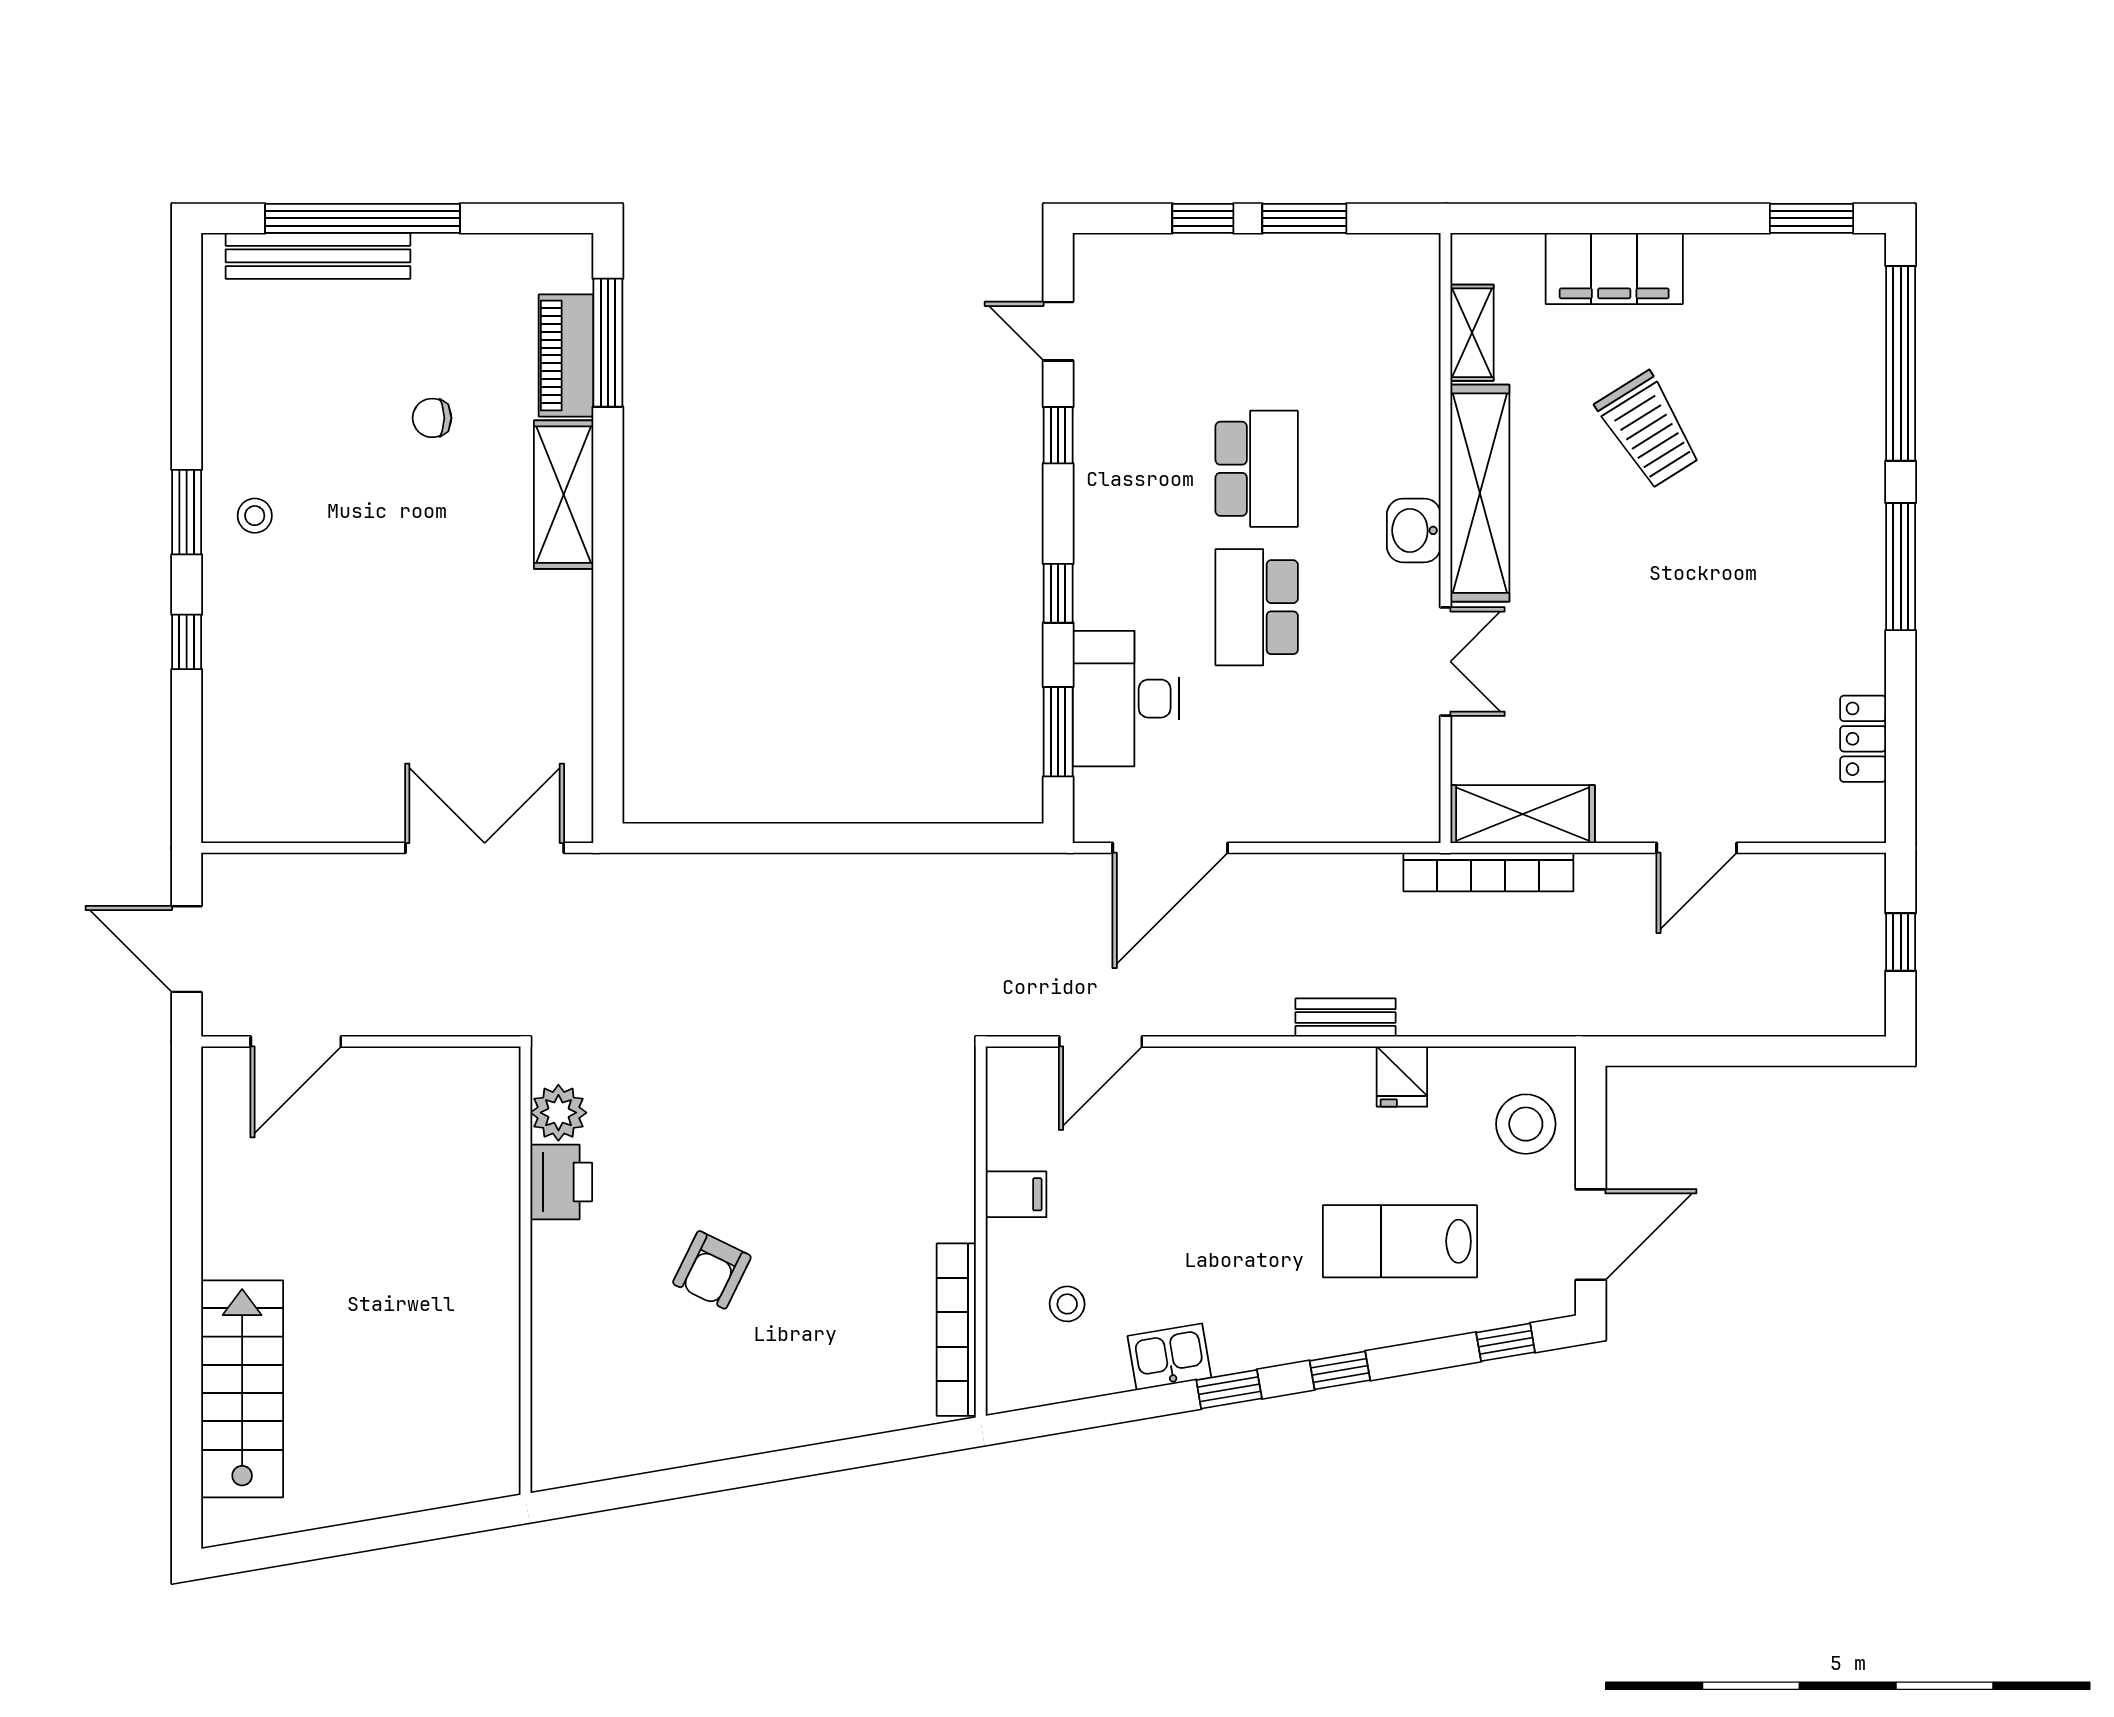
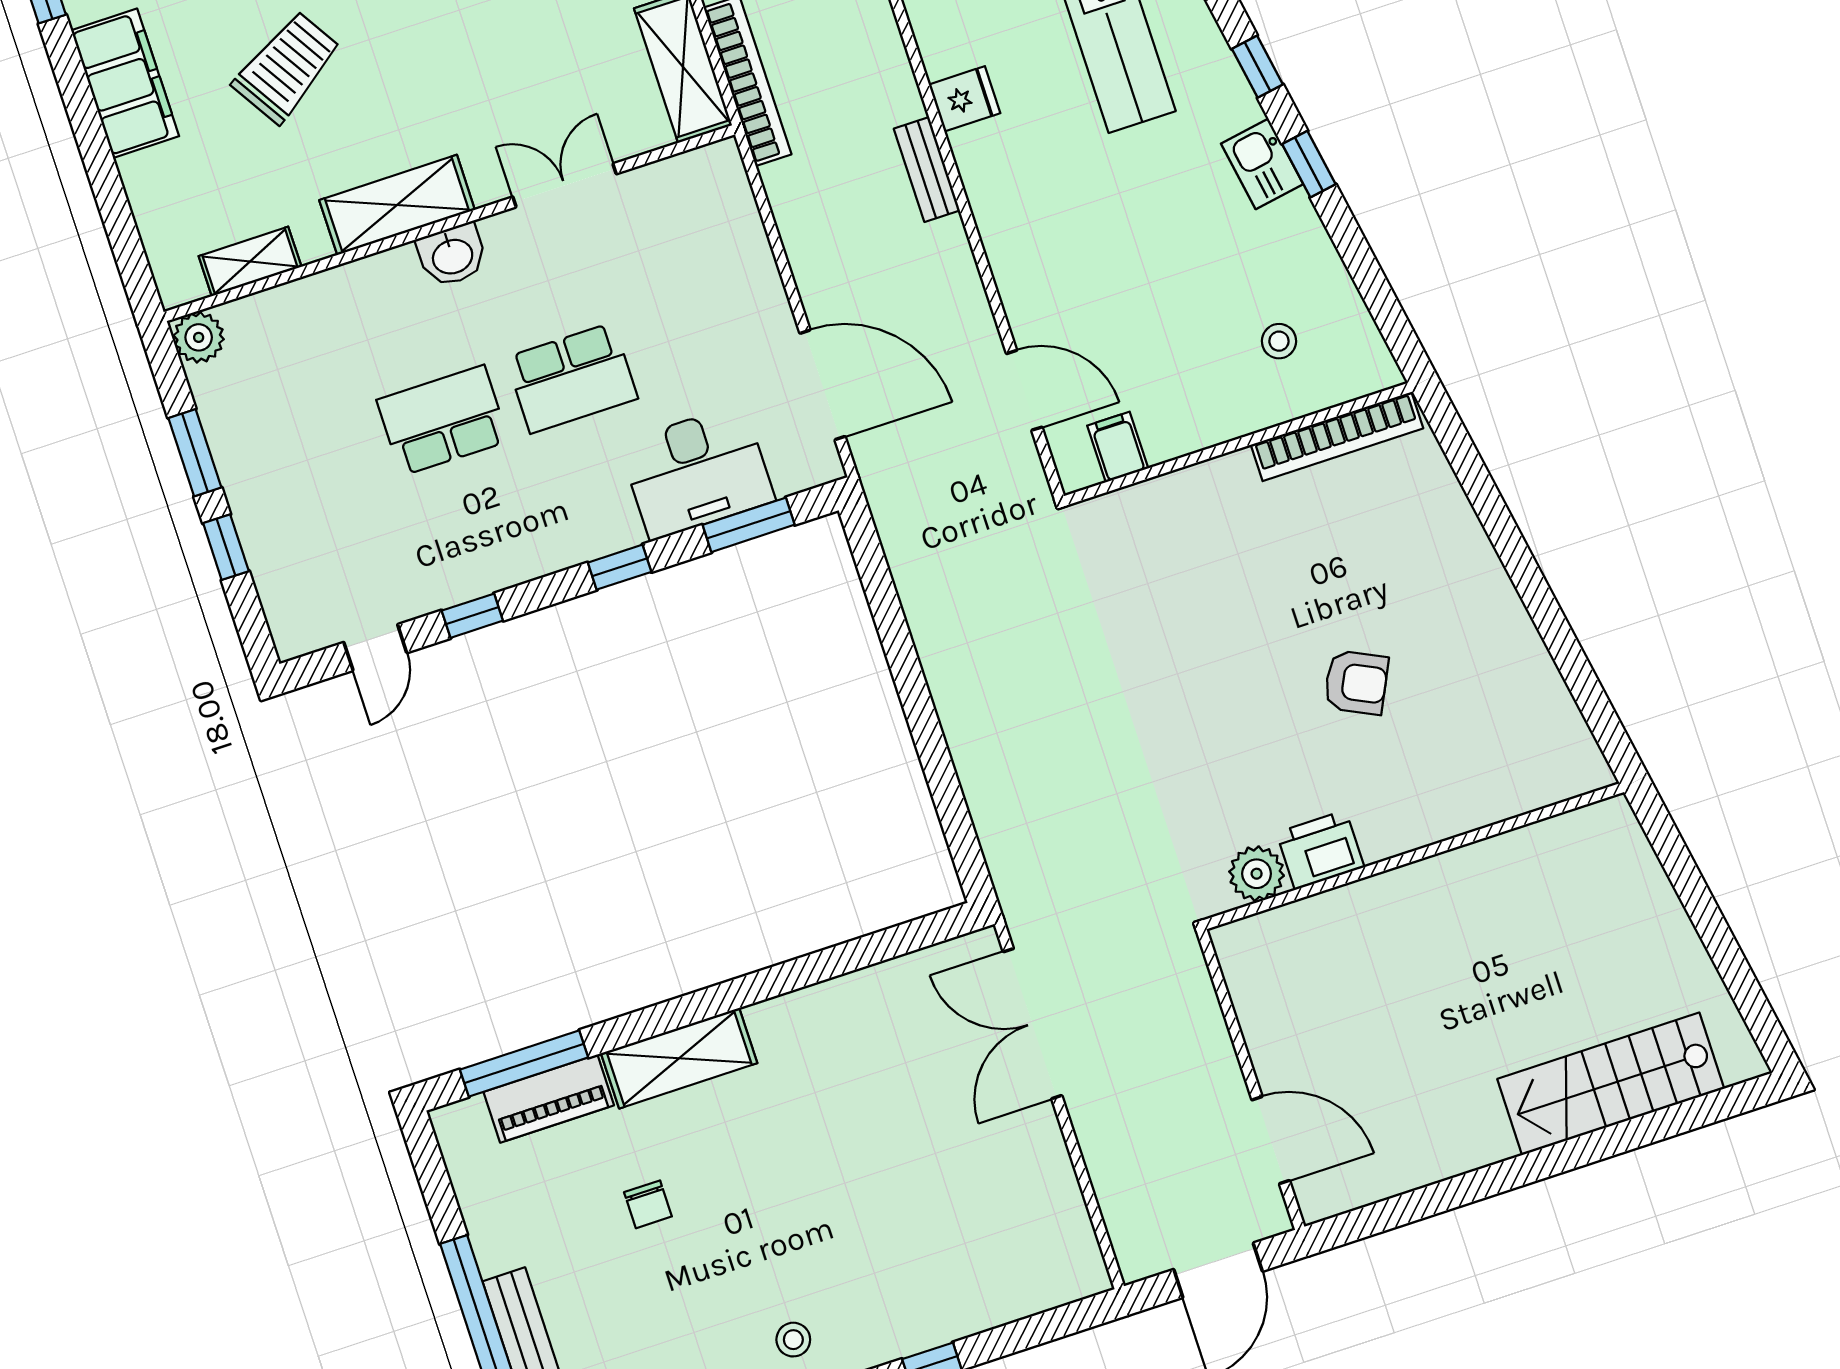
plant: (1415, 259) -> (199, 337), added
filing cabinet: (1614, 268) -> (125, 83), moved
shelving: (1480, 493) -> (397, 205), width x0.68
filing cabinet: (1016, 1194) -> (1118, 447), moved
kitchen sink: (1169, 1357) -> (1262, 164), moved

